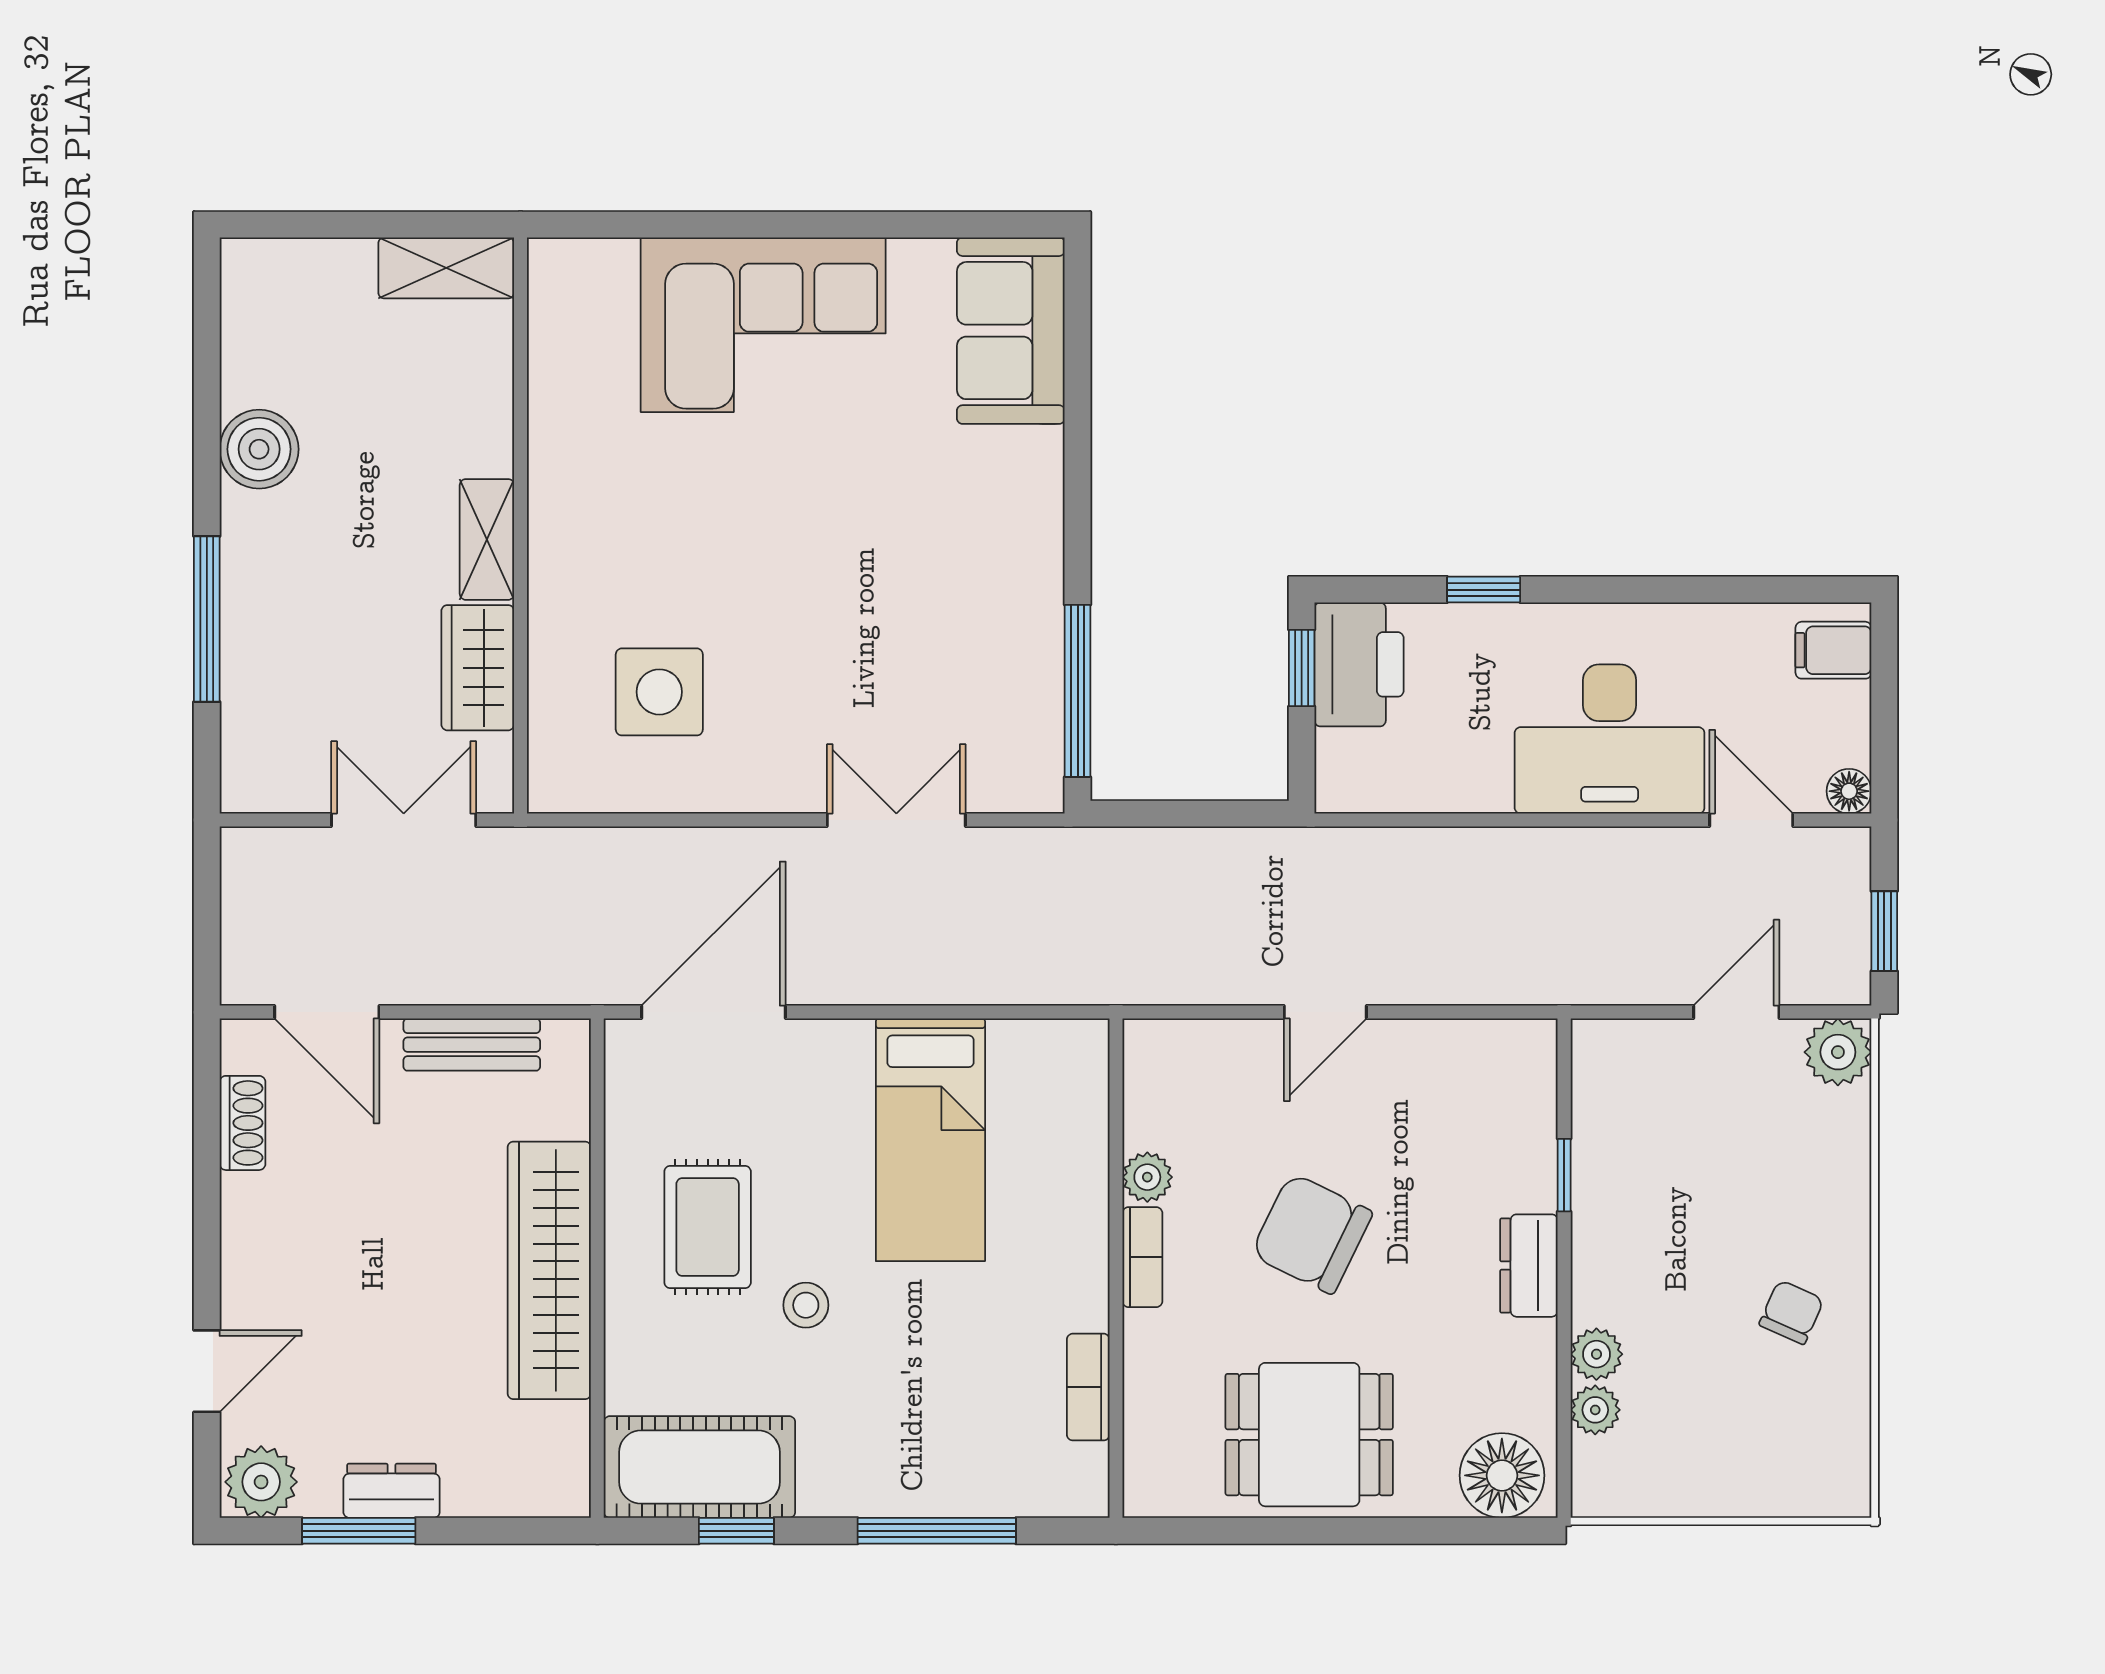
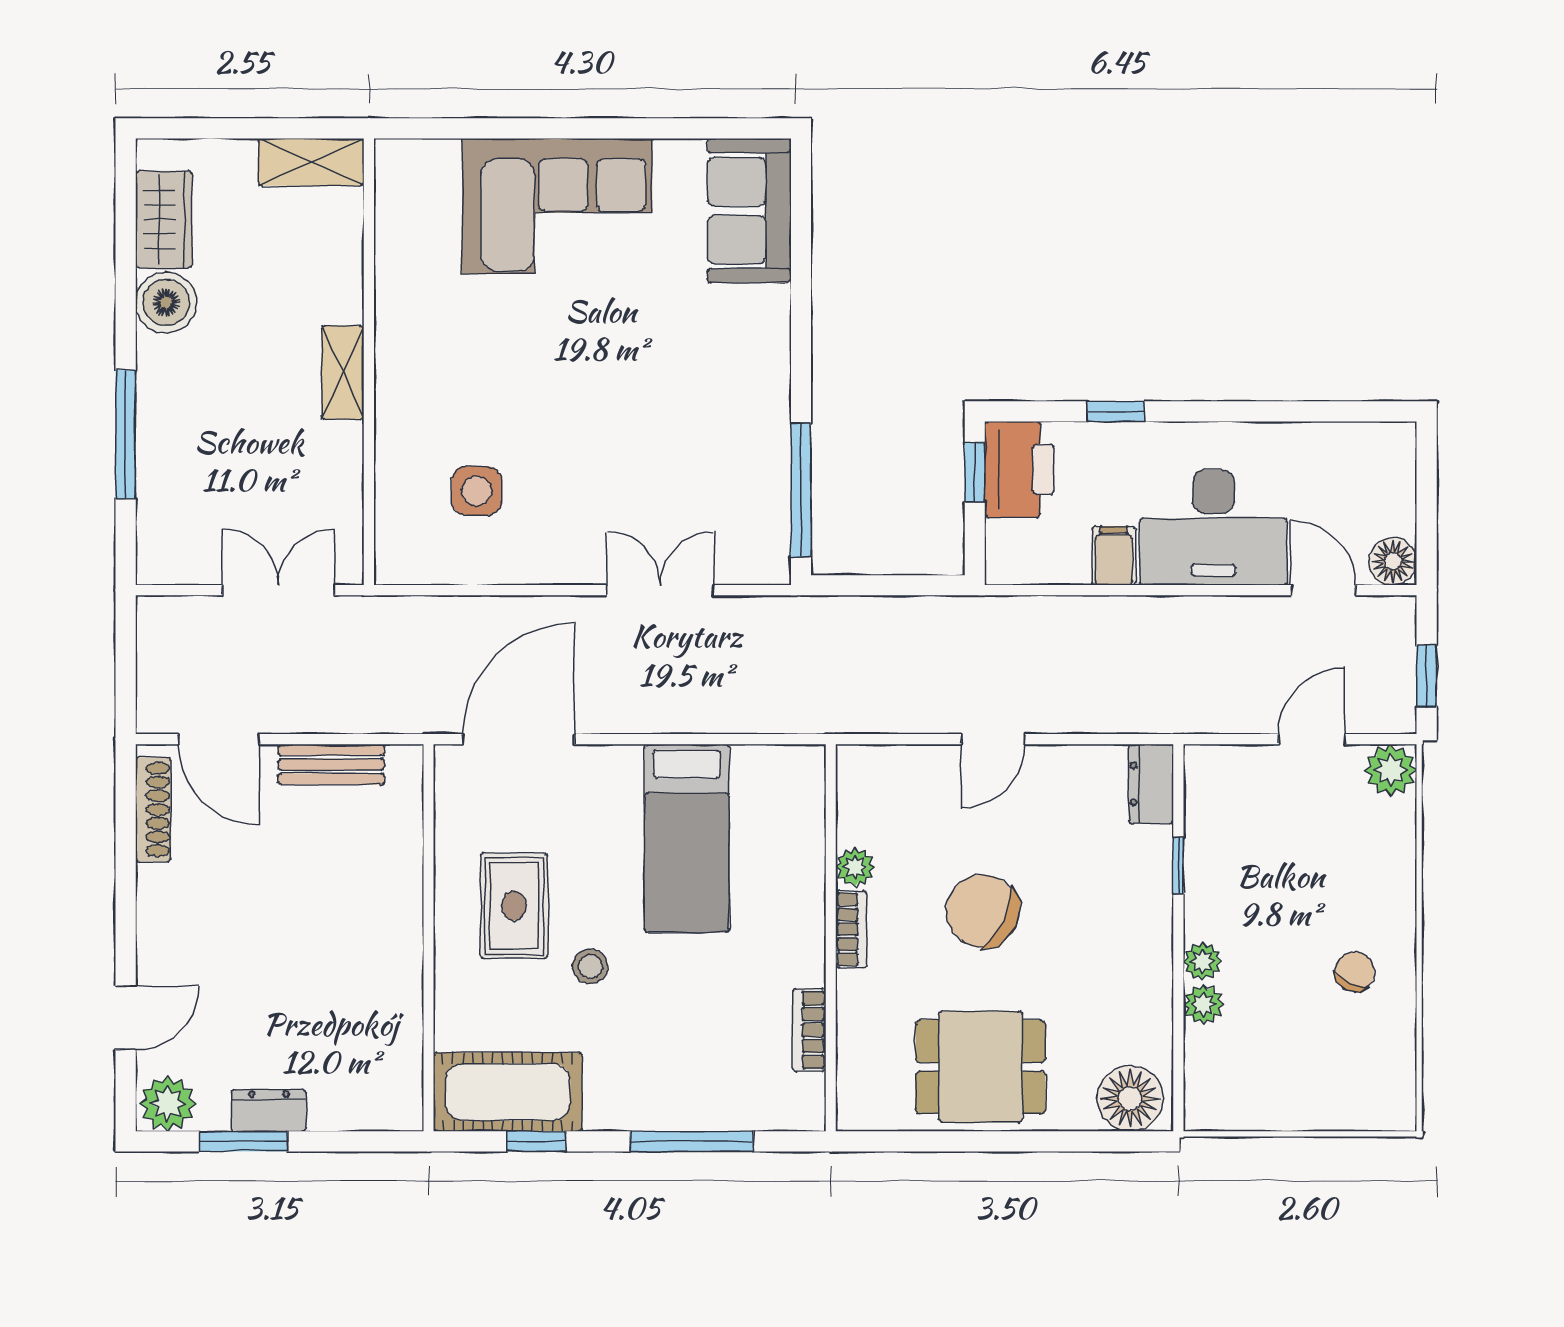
filing cabinet: (1833, 650) -> (1114, 556), moved, turned 90
wardrobe: (478, 668) -> (164, 219), moved, turned 180
side table: (659, 692) -> (477, 491), width x0.73, depth x0.73
floor lamp: (1849, 791) -> (1393, 561), width x1.37, depth x1.37
shoe rack: (242, 1123) -> (153, 809), width x1.43
dresser: (1529, 1266) -> (1151, 784), moved
wardrobe: (549, 1270) -> (391, 939), removed
plant: (1595, 1410) -> (1202, 961), moved

